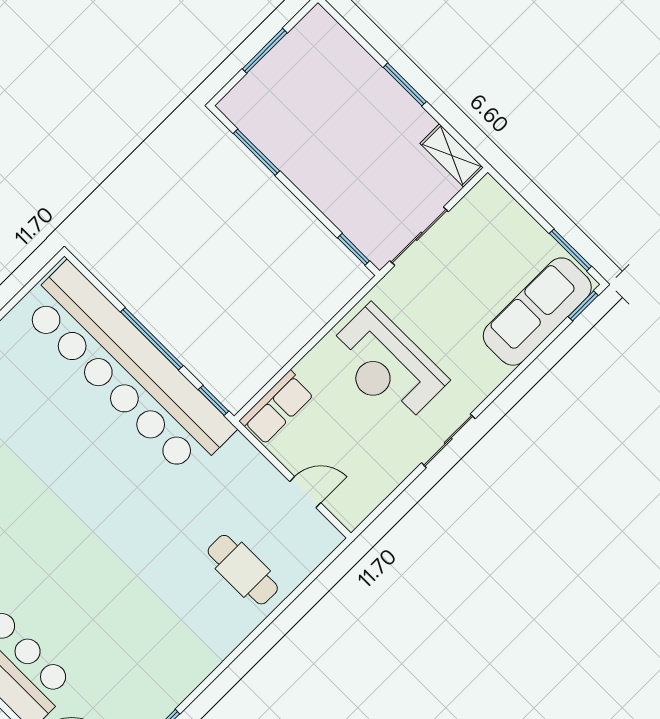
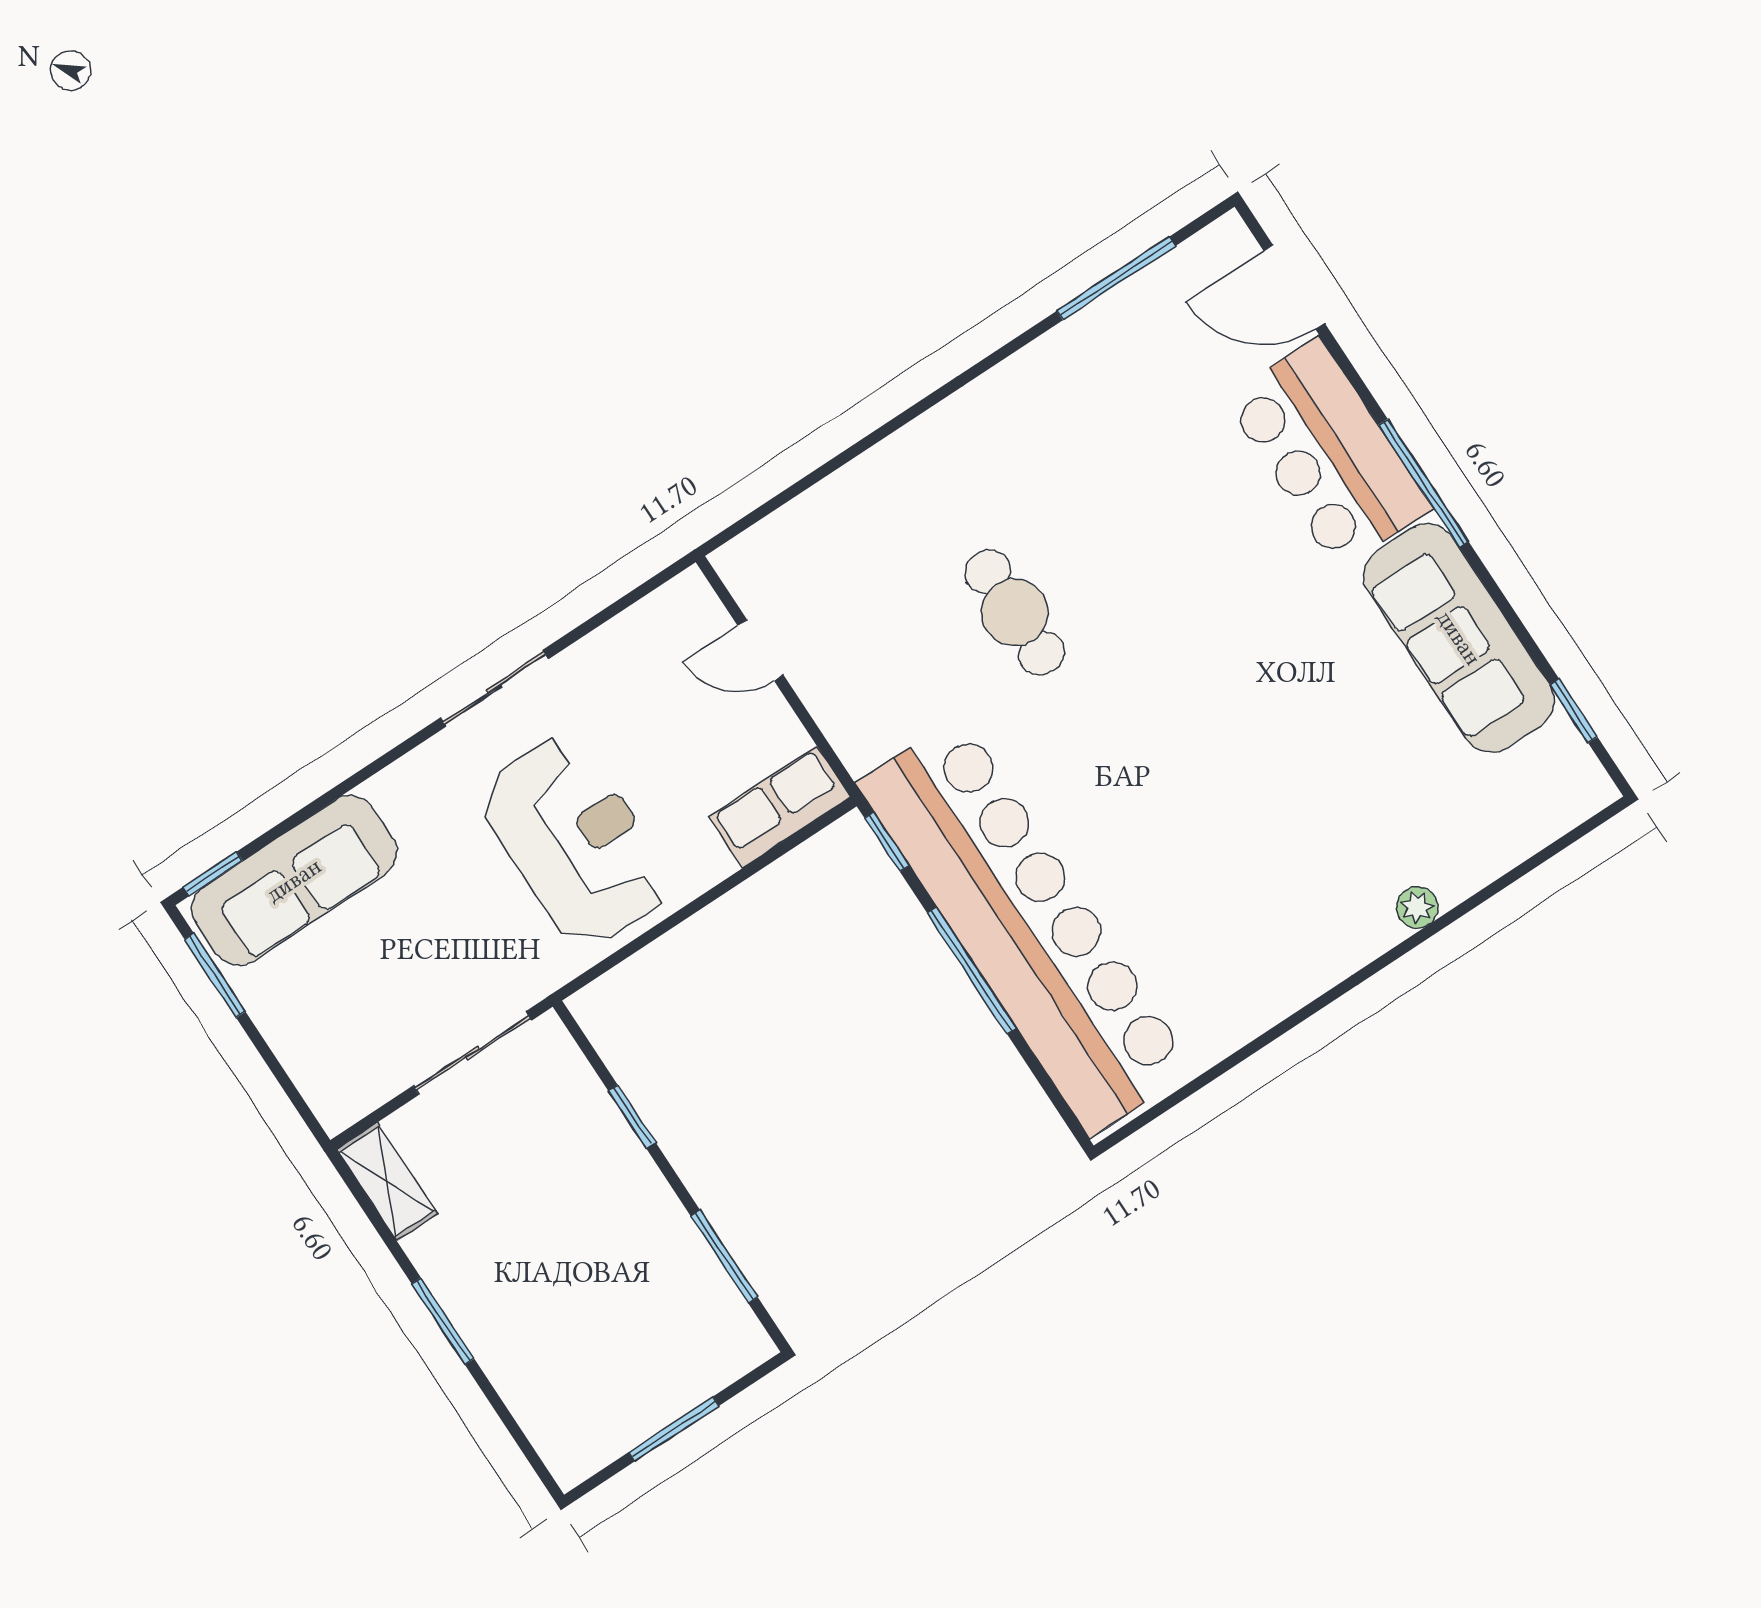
window: (354, 249) -> (632, 1117), moved
cafe table: (243, 570) -> (1015, 612), moved

